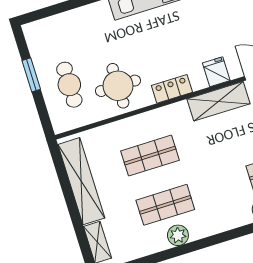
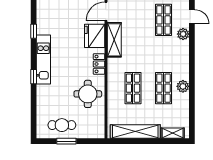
fridge: (216, 72) -> (95, 36), width x1.88, depth x1.34
cafe table: (69, 85) -> (62, 125), moved

